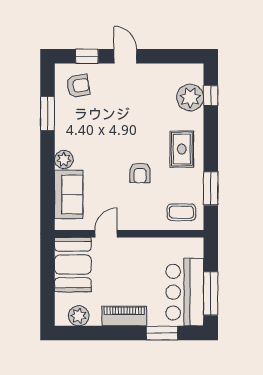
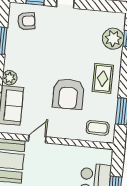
armchair: (140, 173) -> (68, 94), width x1.88, depth x1.88

